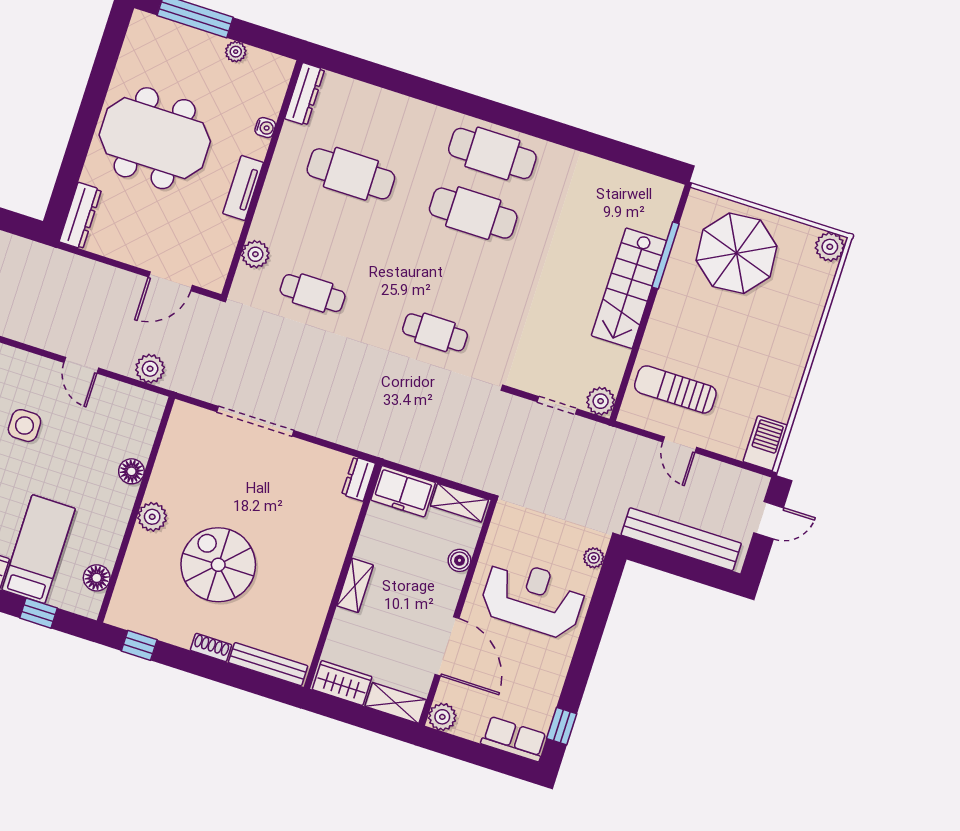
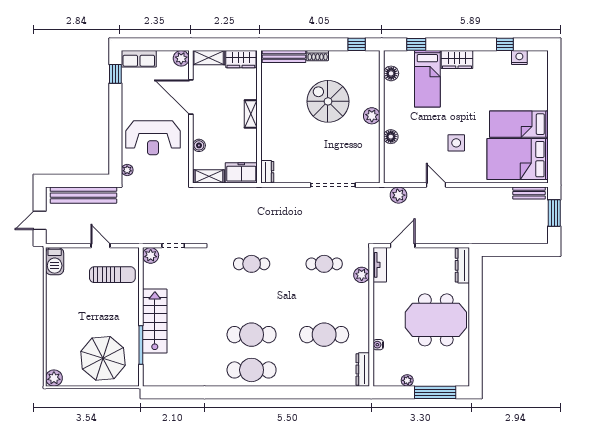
tv unit: (243, 188) -> (380, 265), moved
spiral stairs: (218, 565) -> (328, 101), turned 180

